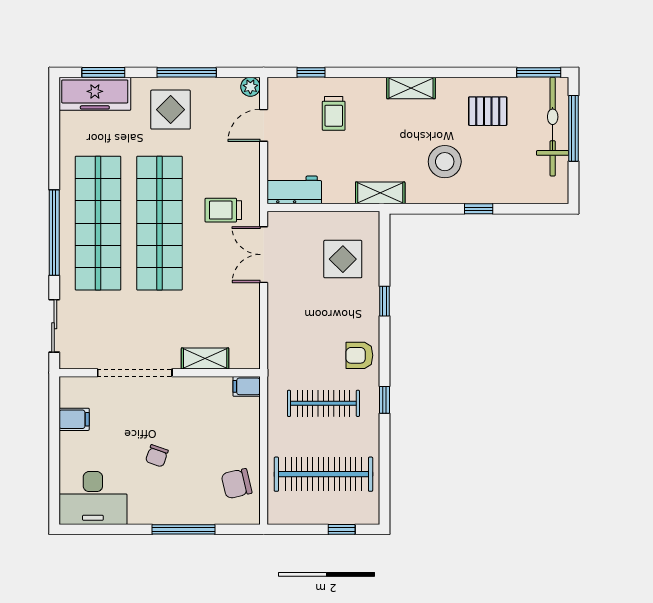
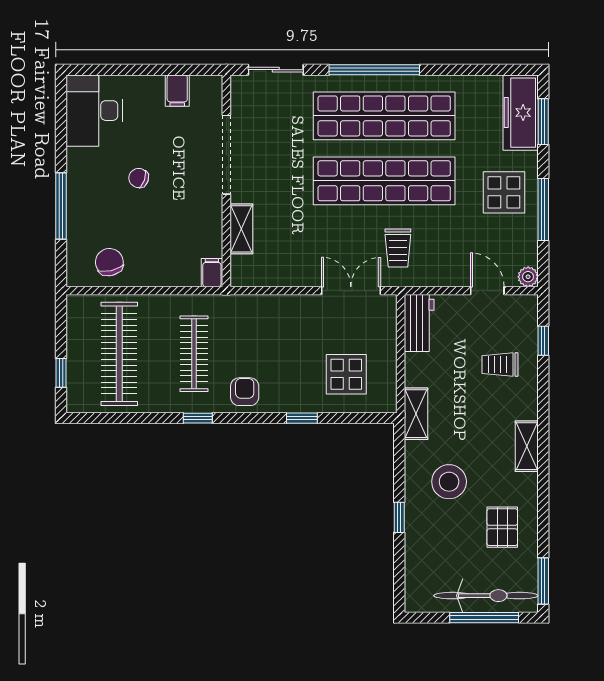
trolley: (223, 210) -> (398, 248), turned 180

